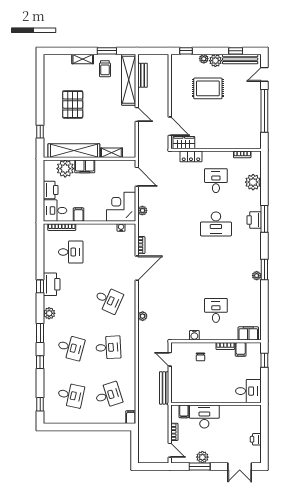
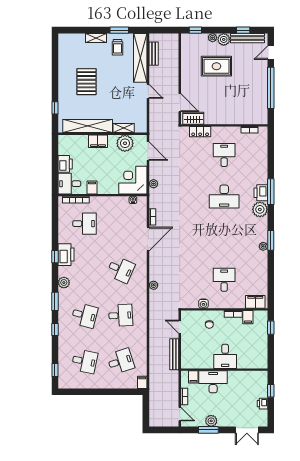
plant: (65, 169) -> (125, 143), moved
plant: (253, 182) -> (260, 209), moved
desk: (248, 391) -> (225, 356), moved, turned 90
window: (264, 426) -> (271, 391), added

